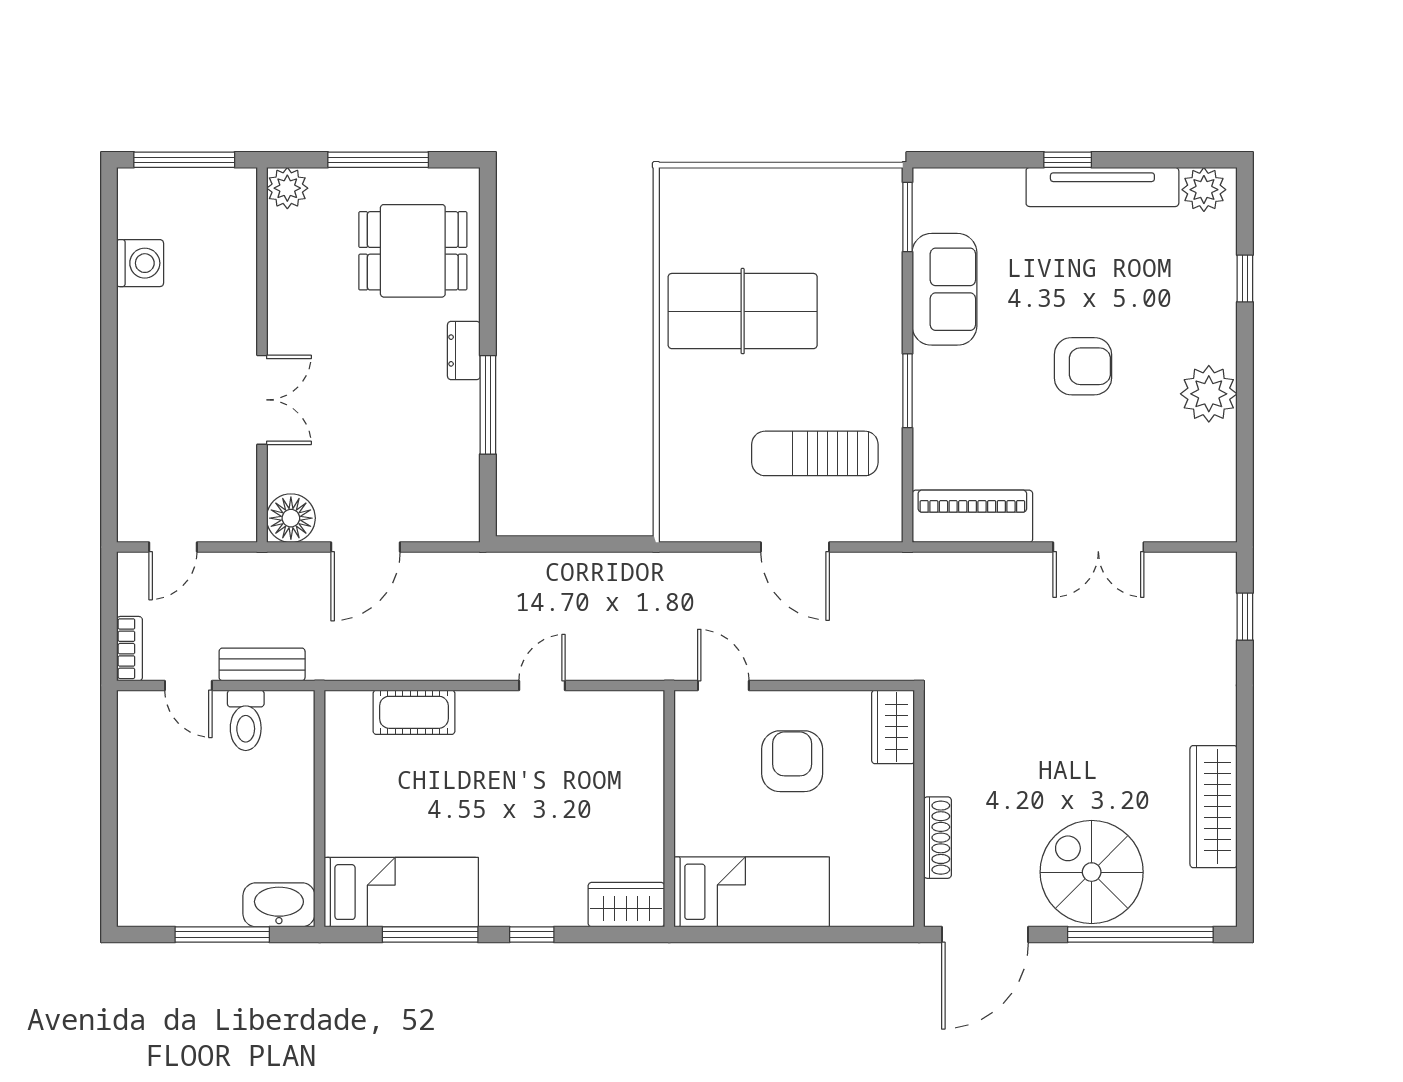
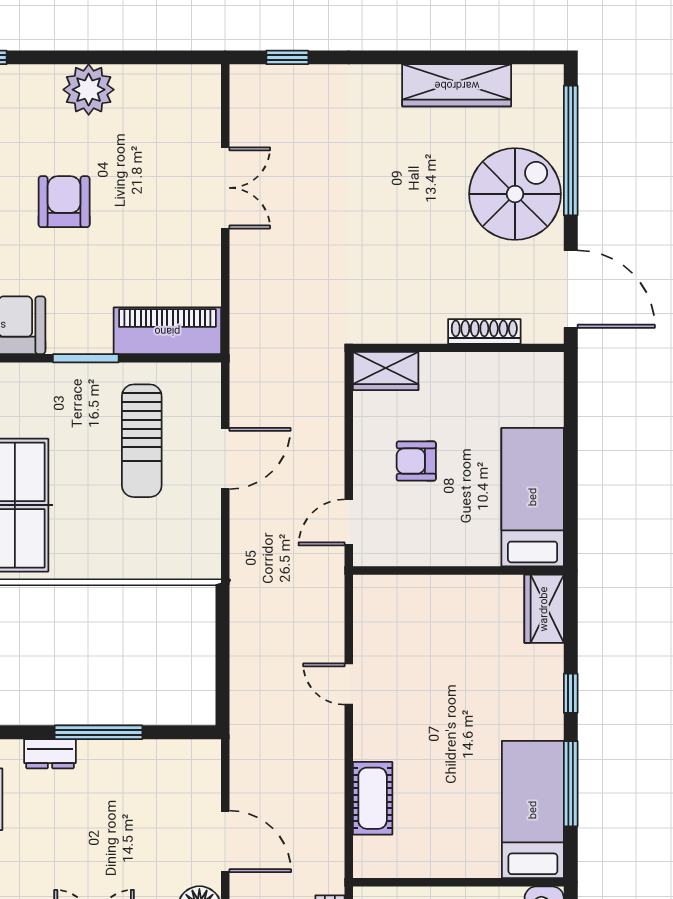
piano: (972, 516) -> (167, 331), moved, turned 90
armchair: (792, 761) -> (416, 461), width x0.72, depth x0.72
spiral stairs: (1092, 872) -> (515, 194), turned 180

